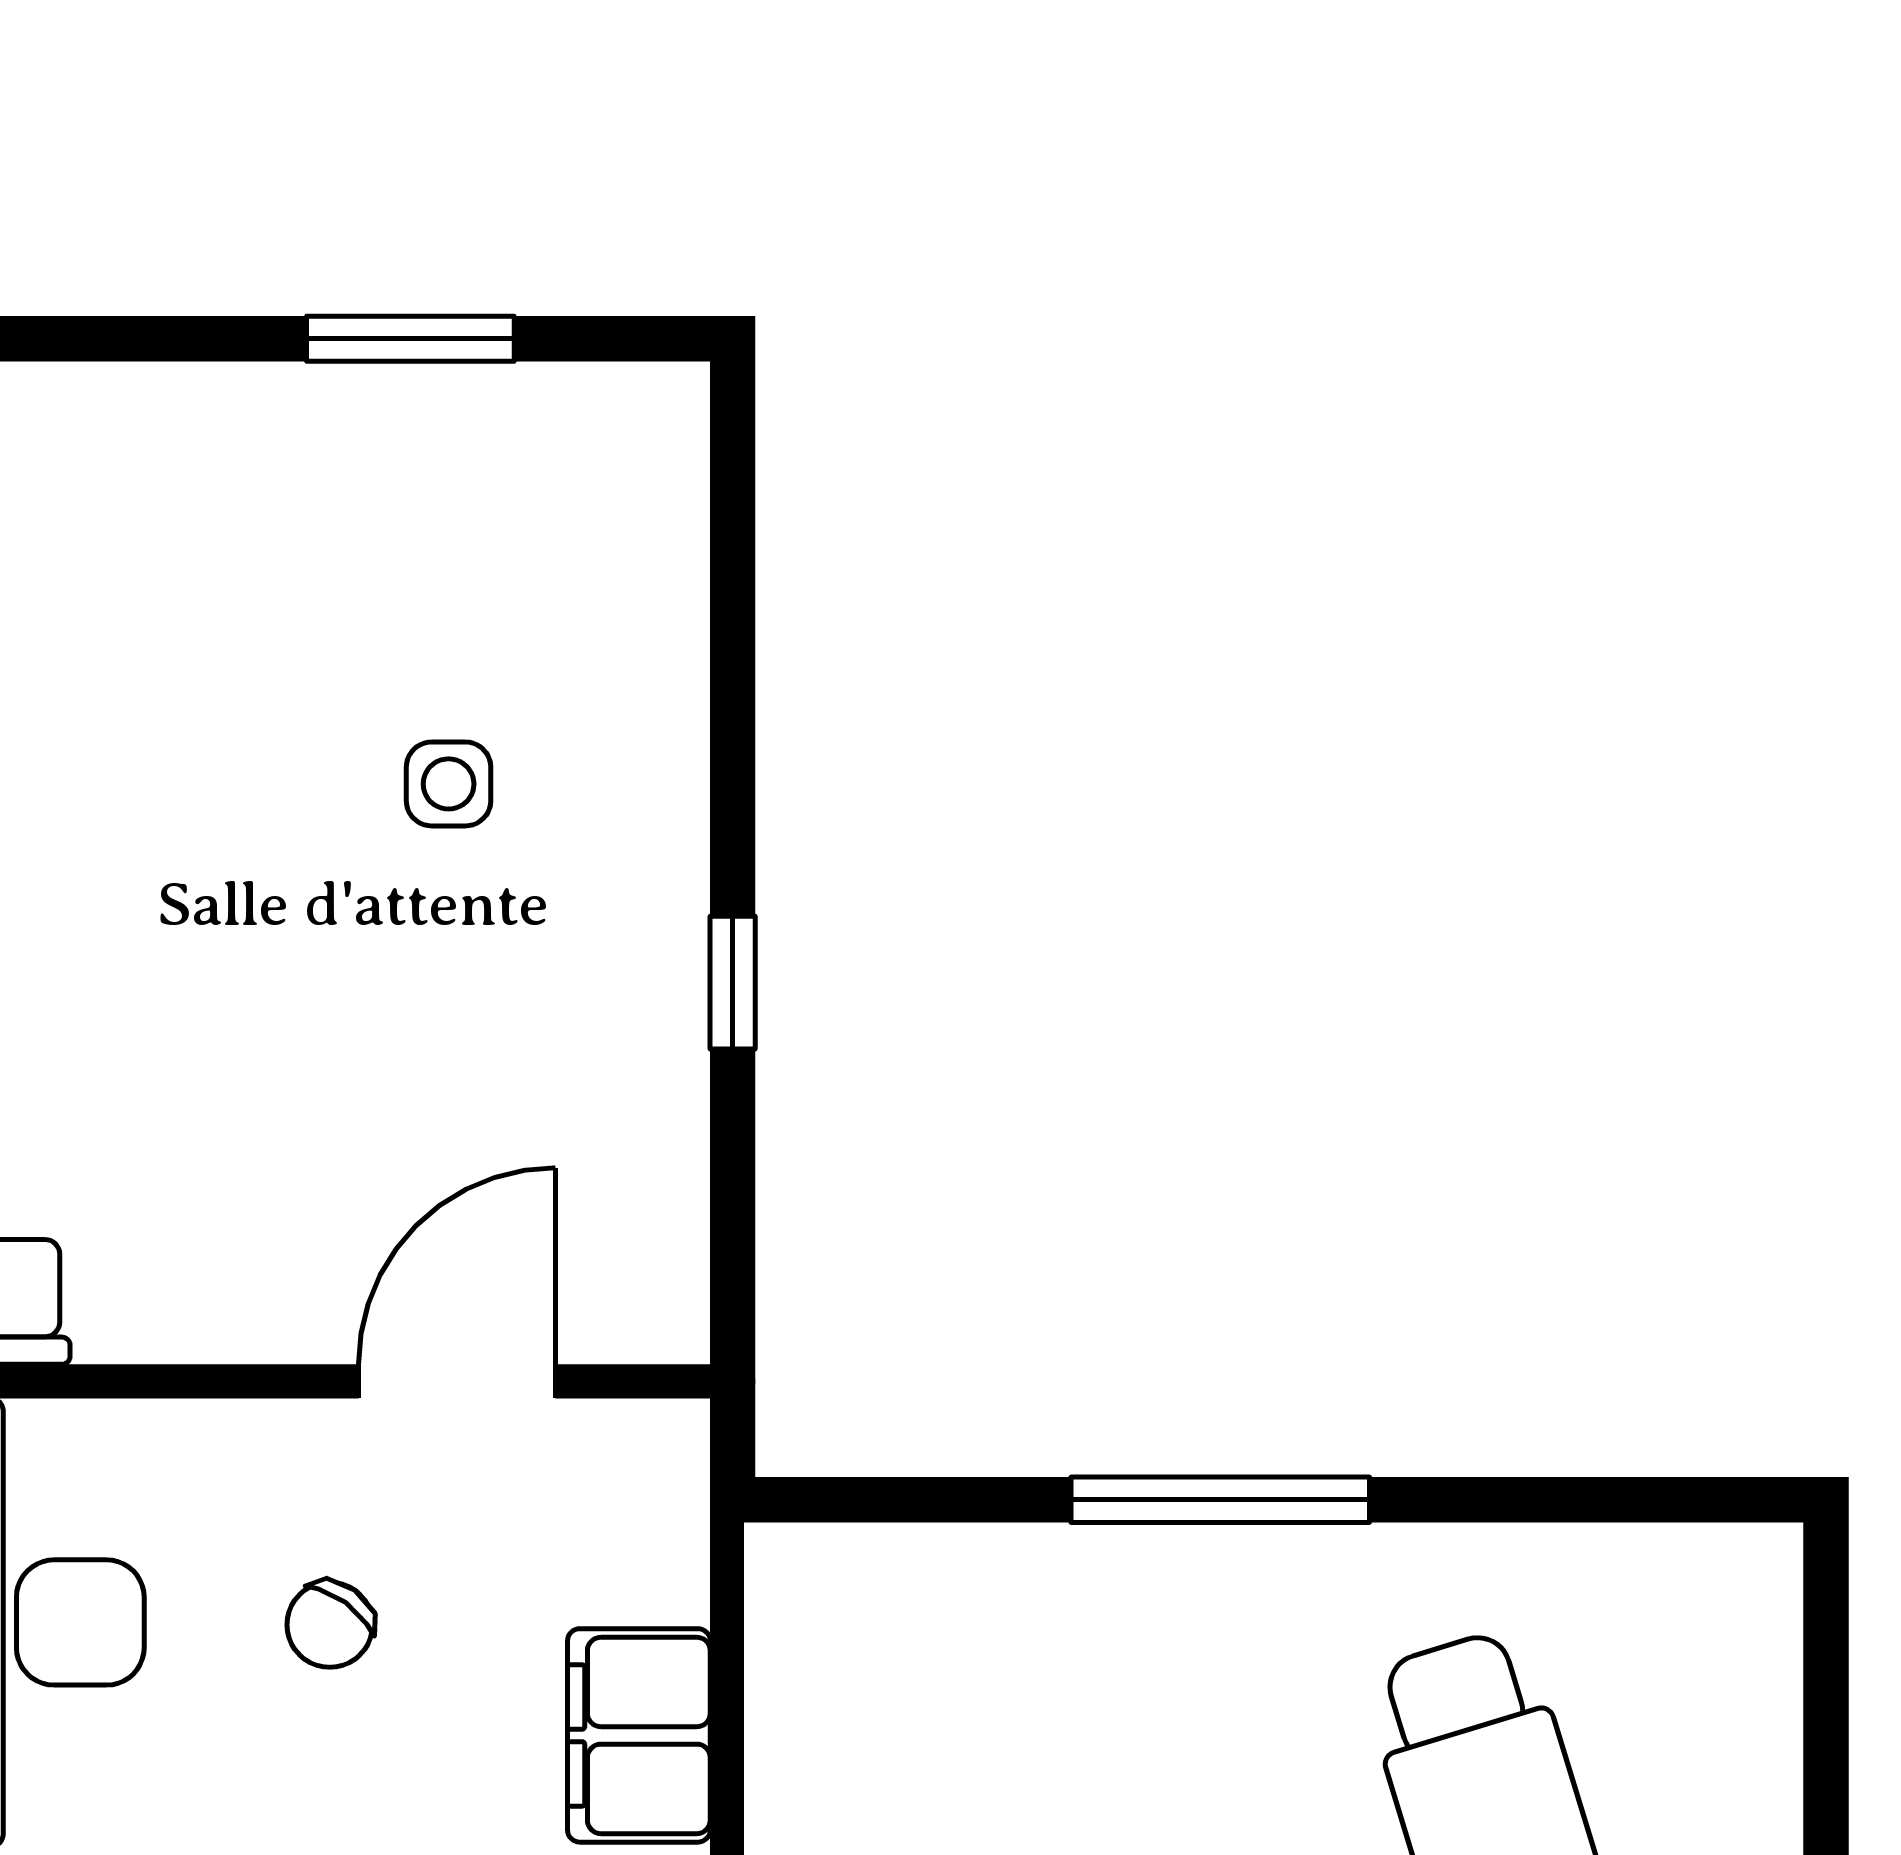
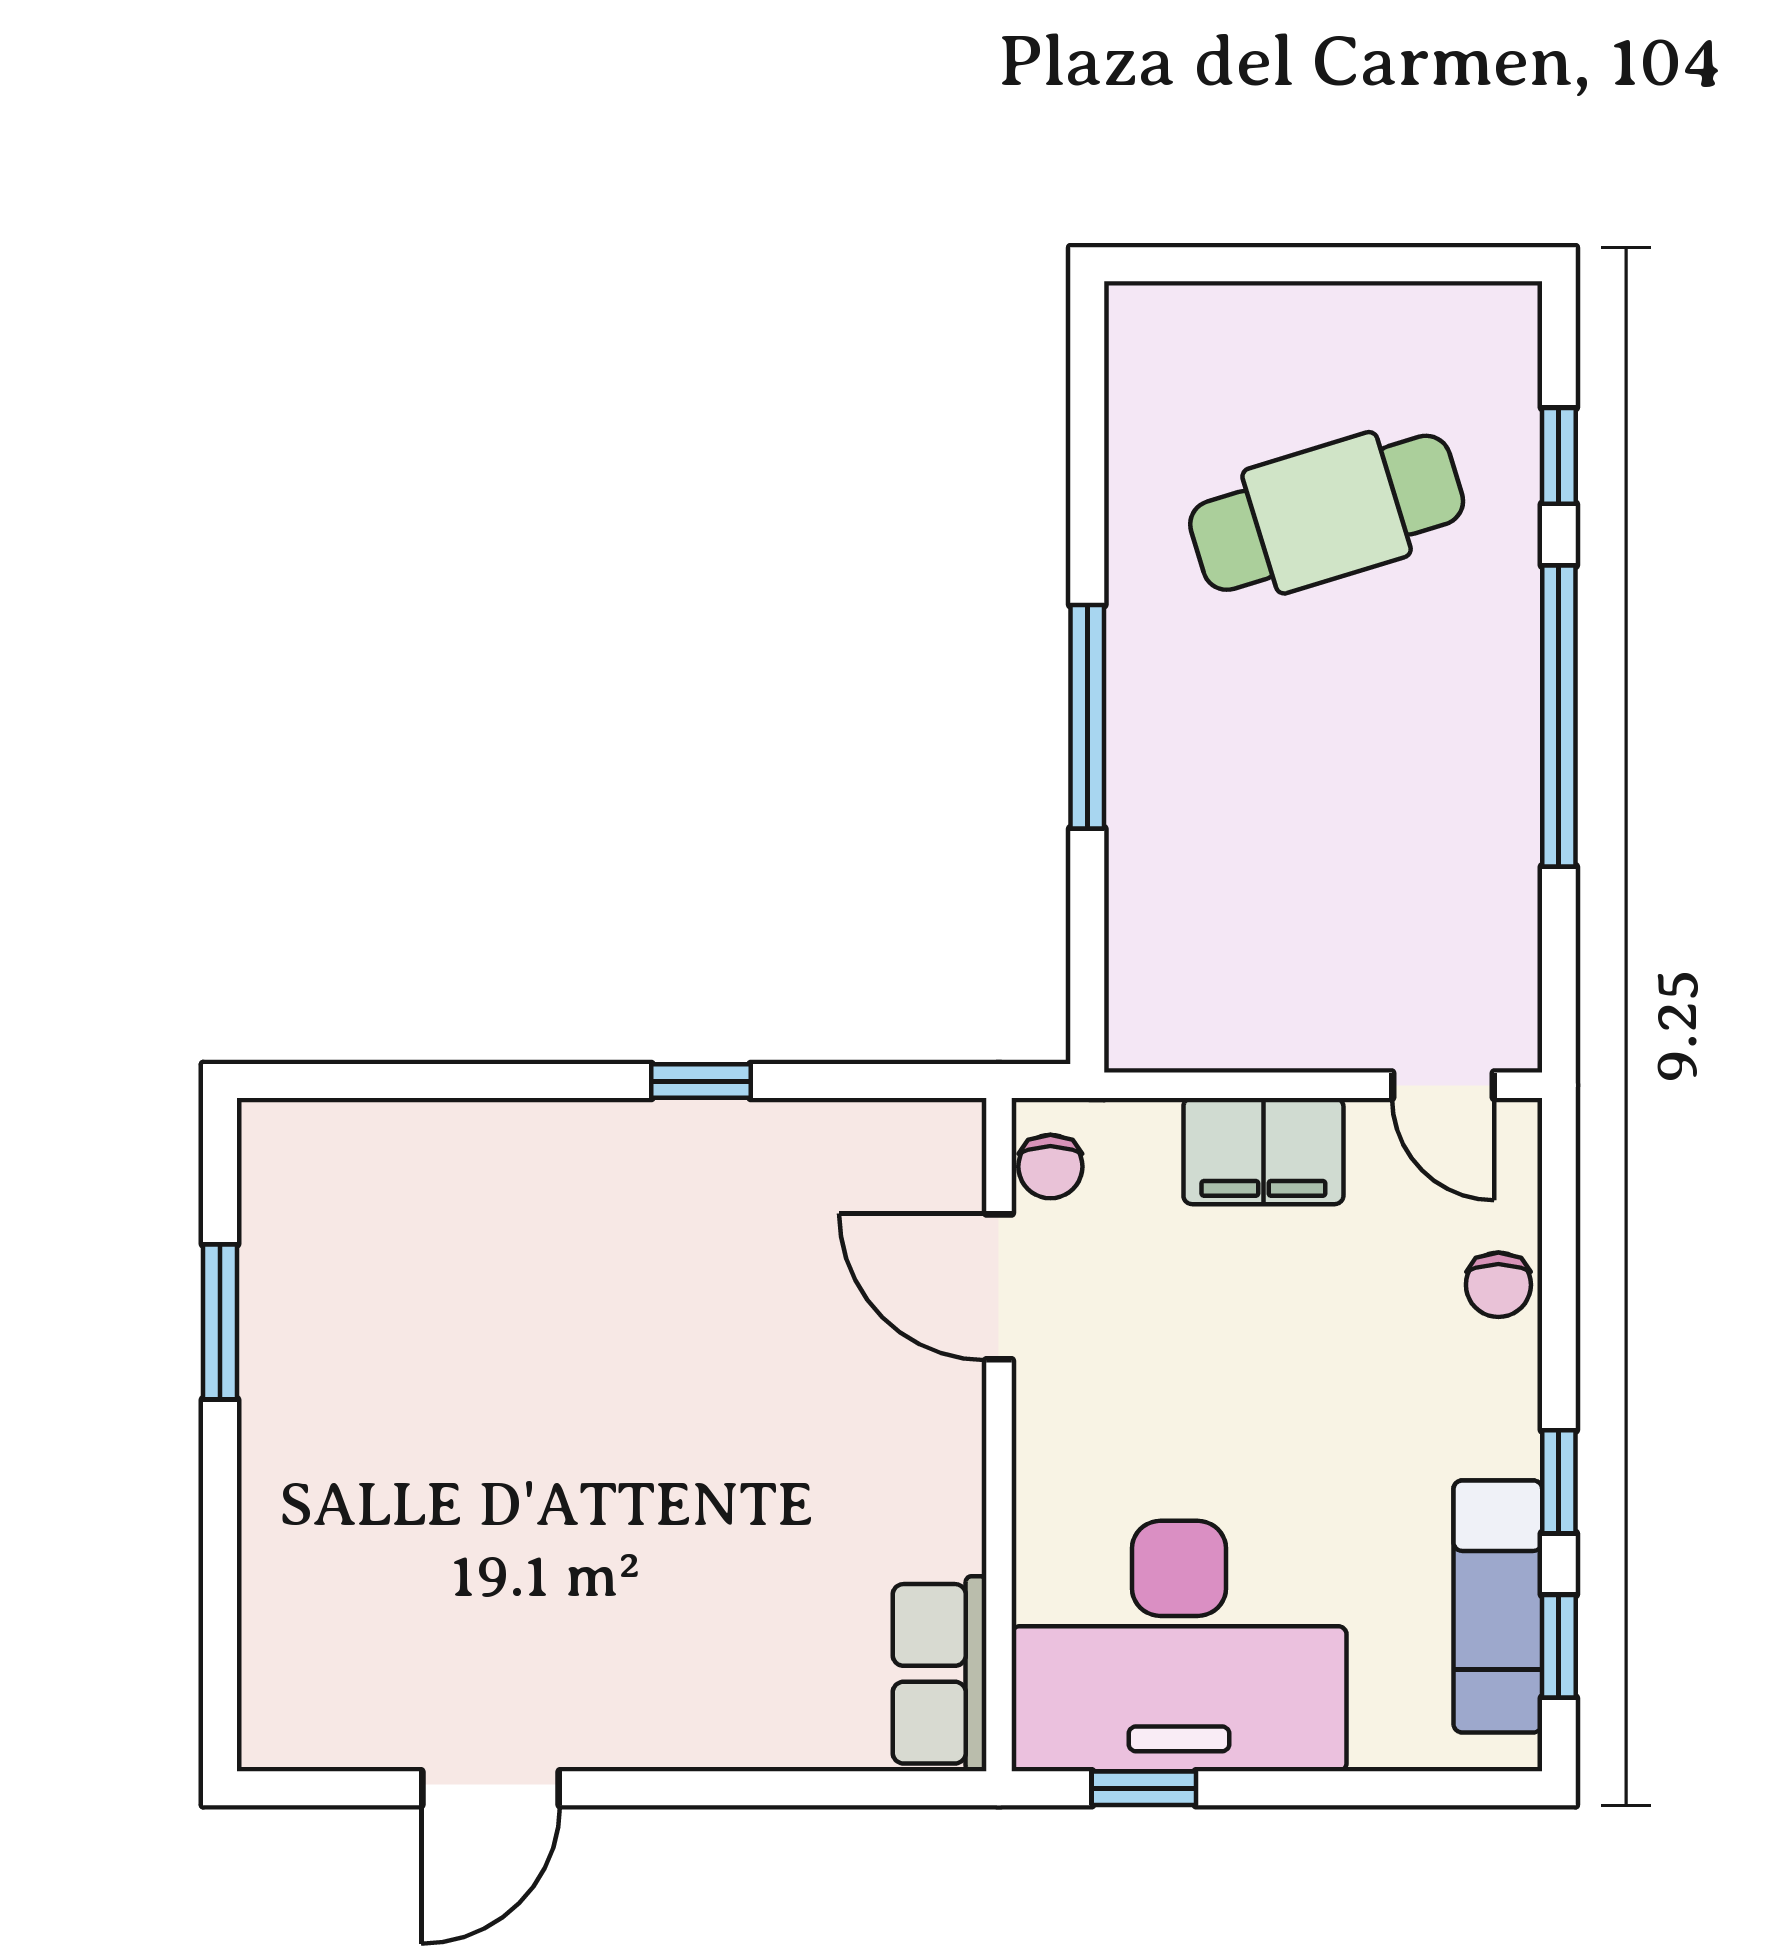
side table: (449, 784) -> (553, 1293), removed
chair: (330, 1625) -> (1050, 1167), moved, turned 54

